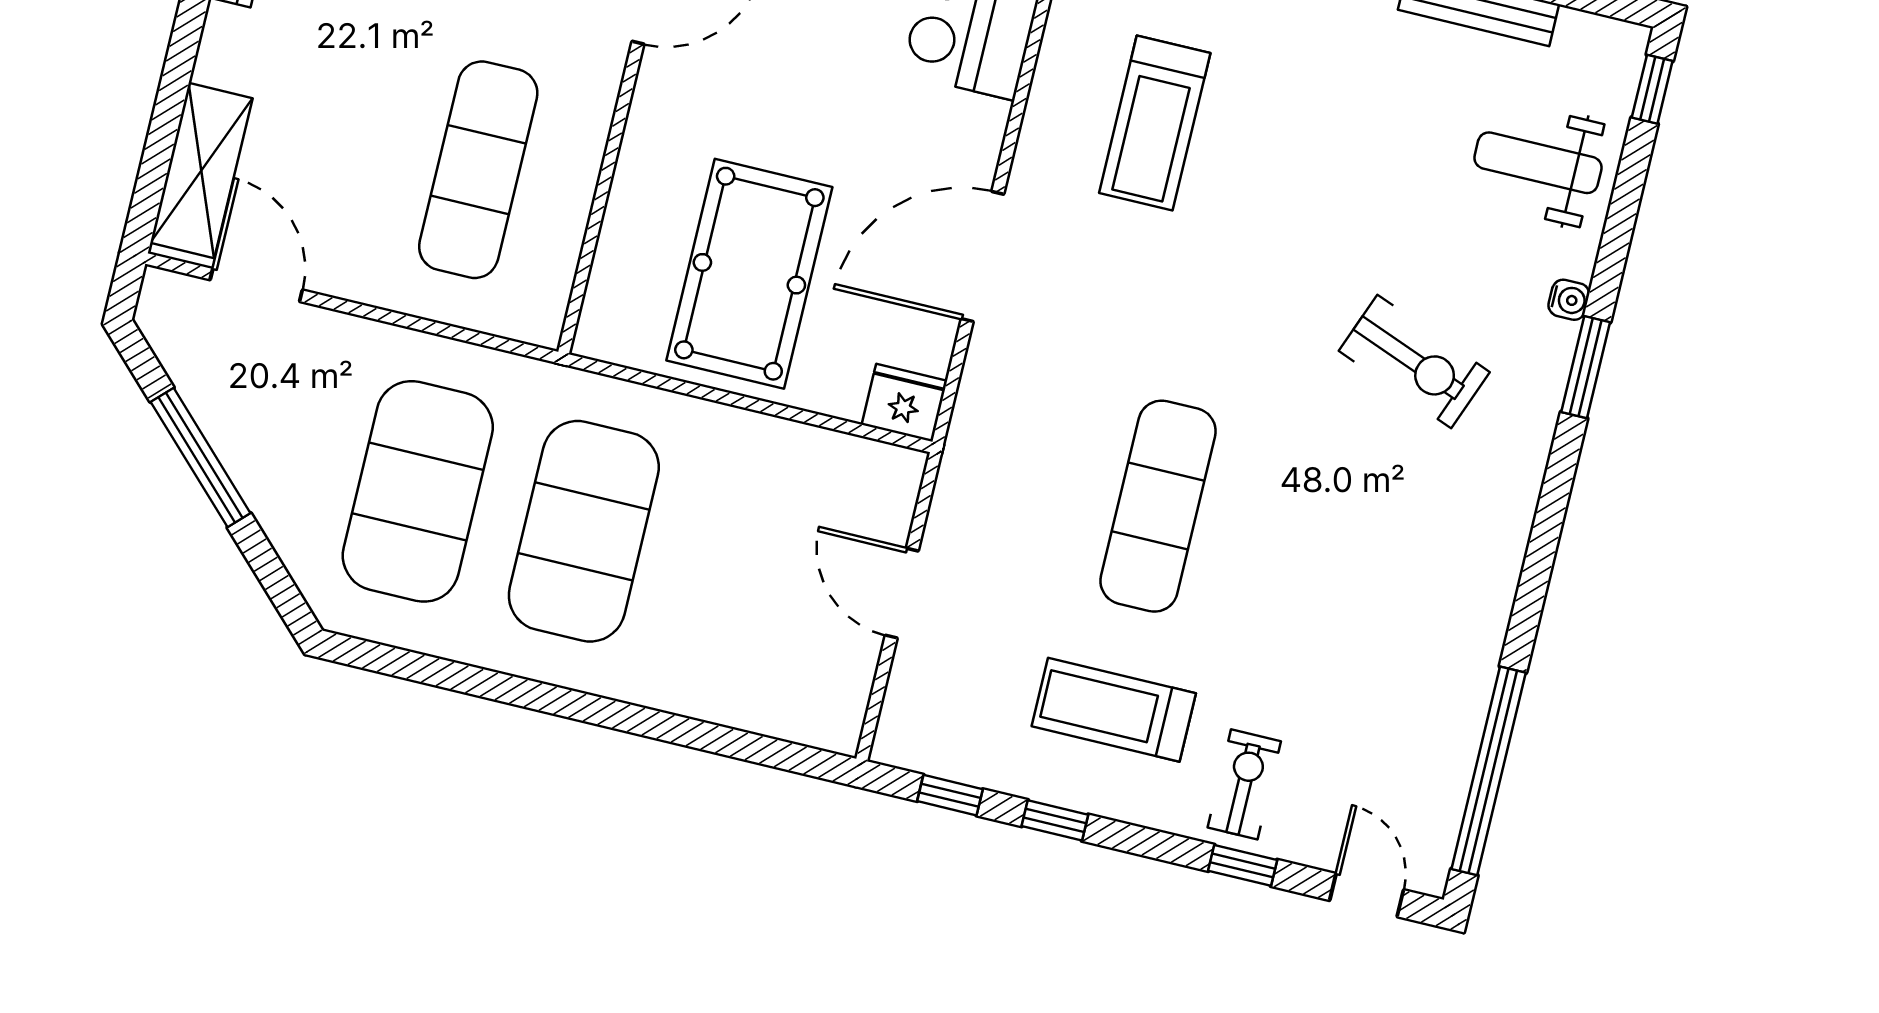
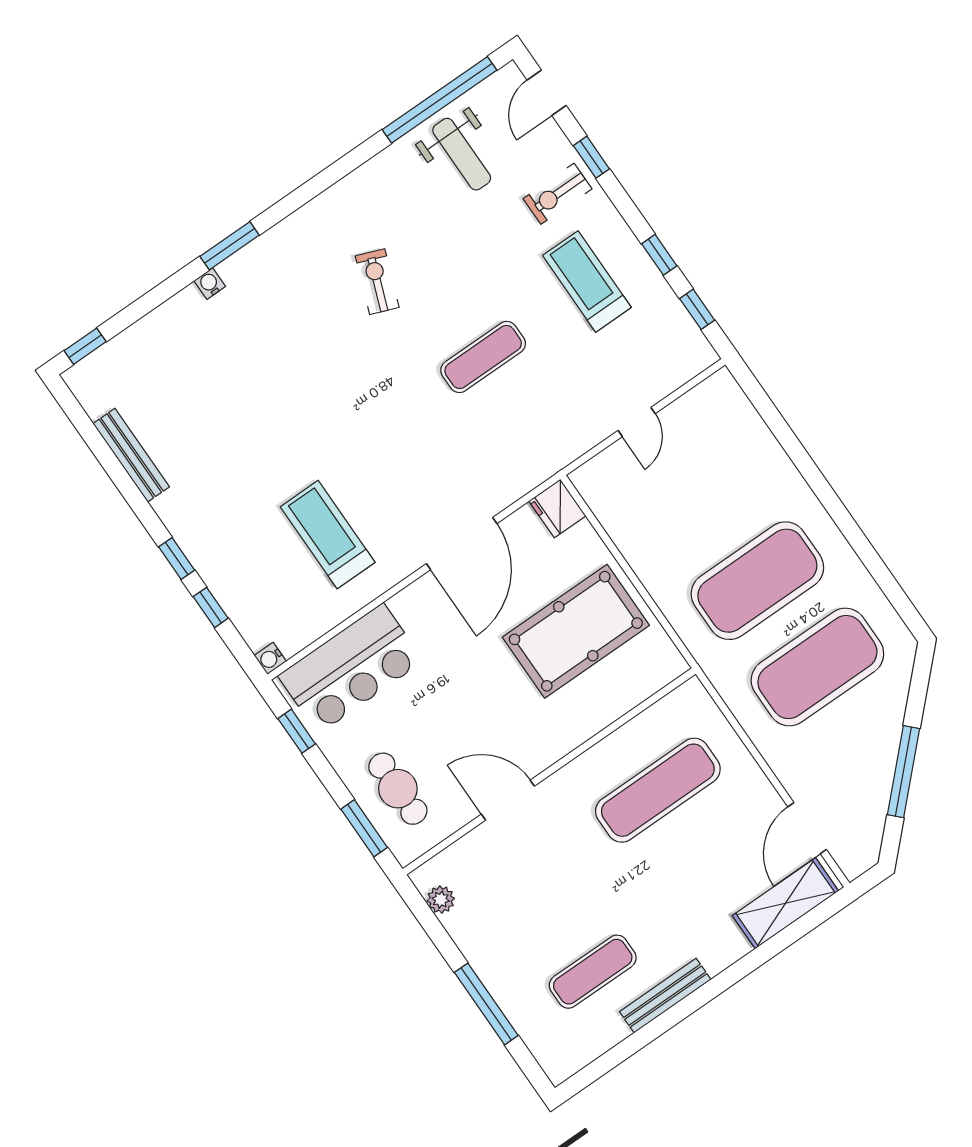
treadmill: (1155, 123) -> (328, 535), turned -90
weight bench: (1538, 163) -> (462, 154), moved
door: (983, 257) -> (462, 544), hinge flipped
exercise bike: (1414, 361) -> (377, 282), moved, width x0.73, depth x0.72
exercise mat: (1158, 506) -> (483, 357), width x0.73, depth x0.69
door: (902, 593) -> (637, 422), width x0.73
treadmill: (1114, 710) -> (587, 281), turned 180

